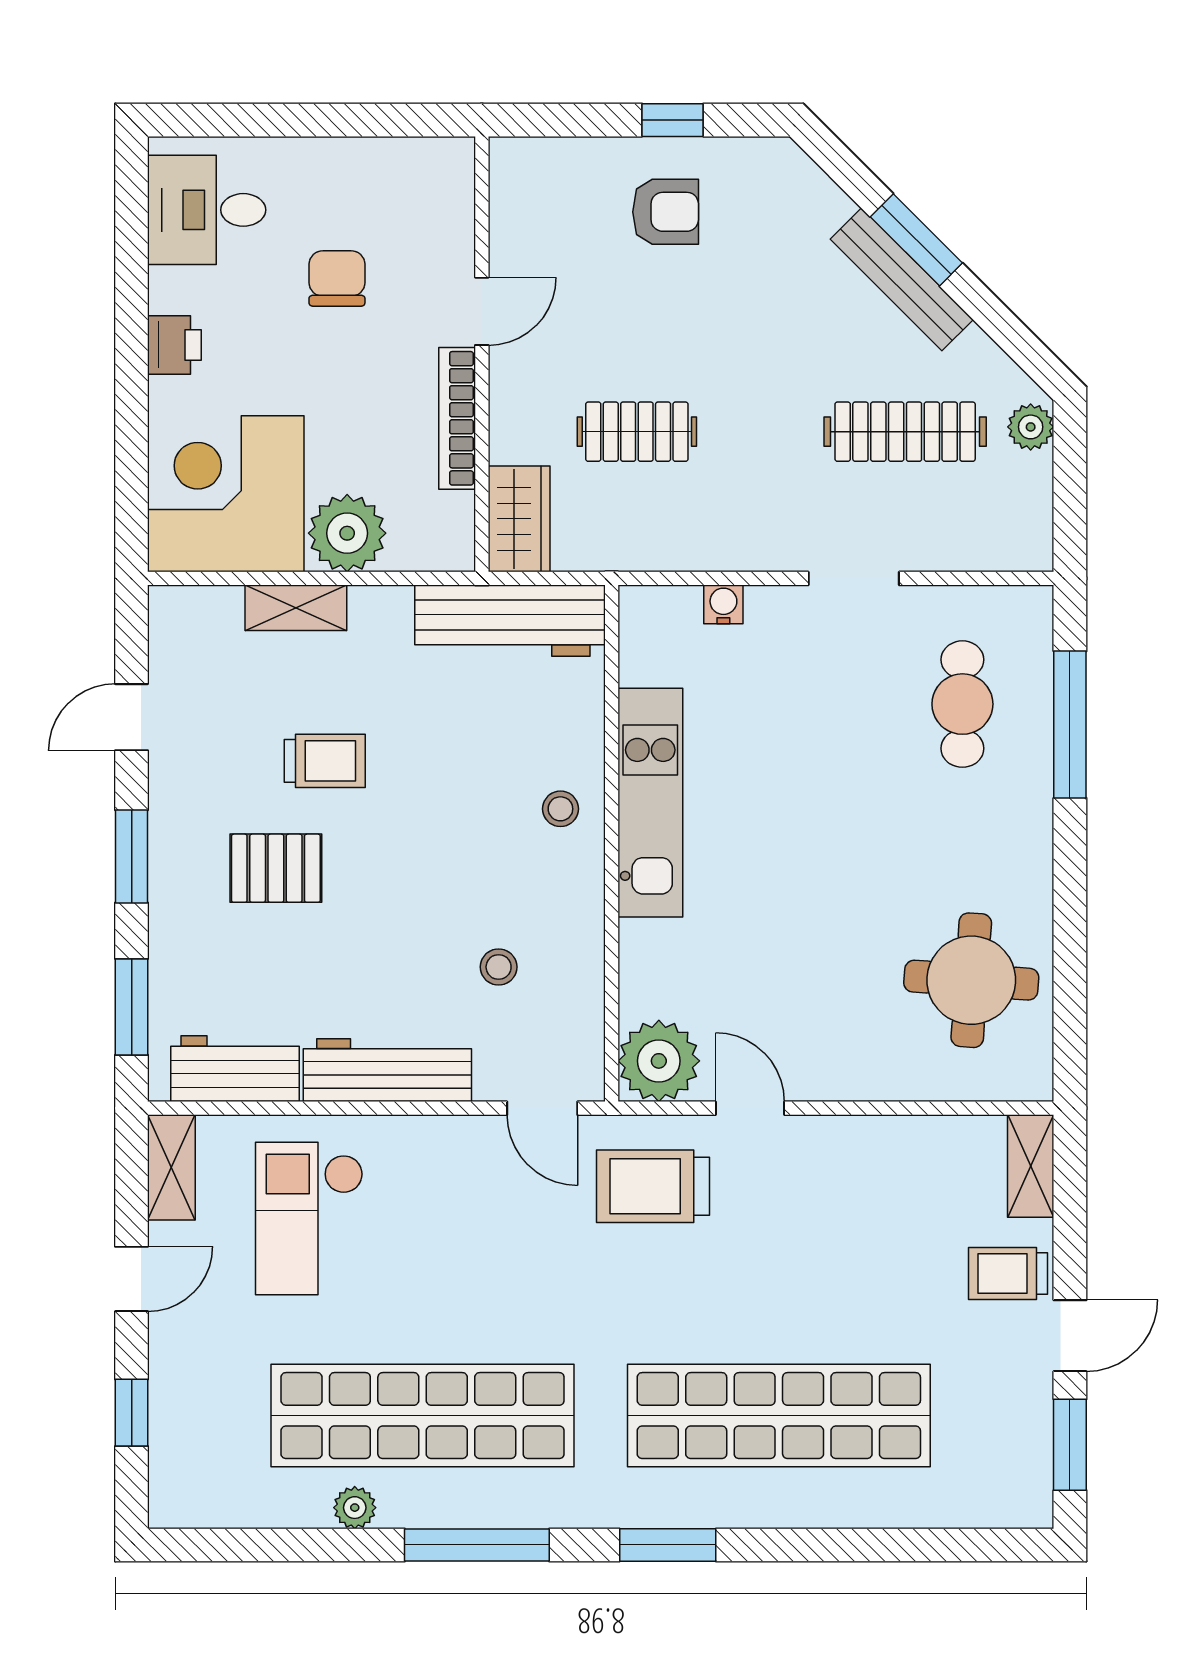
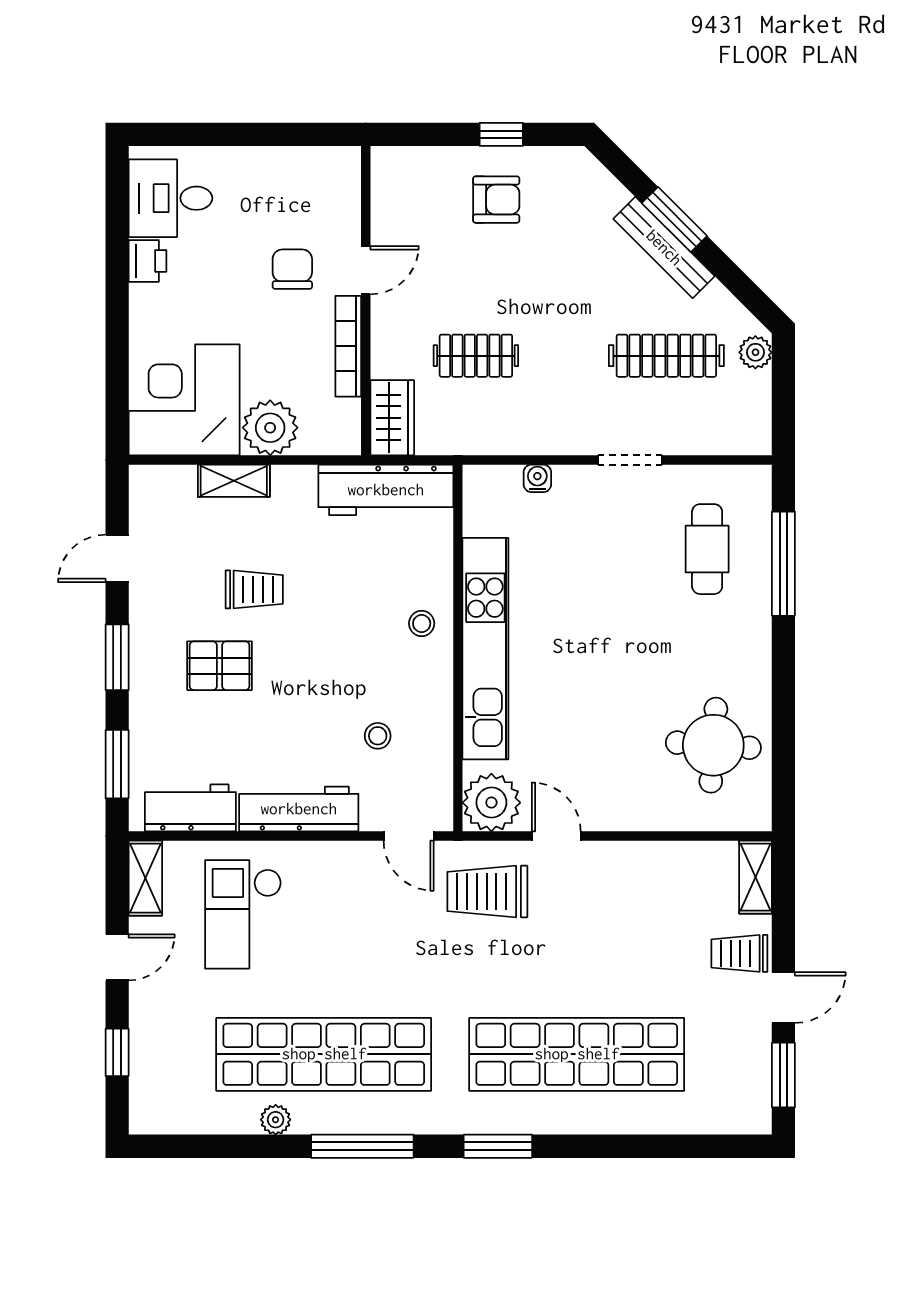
chair: (337, 278) -> (292, 269), moved
printer: (174, 345) -> (148, 261), moved
kitchen unit: (650, 803) -> (485, 649), width x1.36

